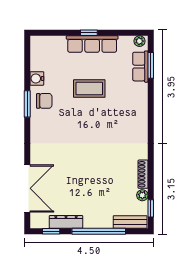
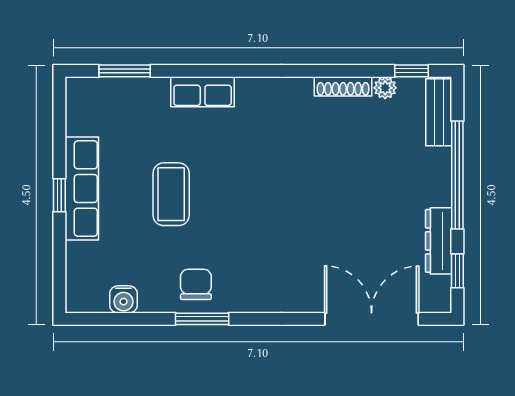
plant: (139, 41) -> (76, 94), removed
row of seats: (140, 67) -> (203, 92), moved
water cooler: (37, 78) -> (124, 299), moved

